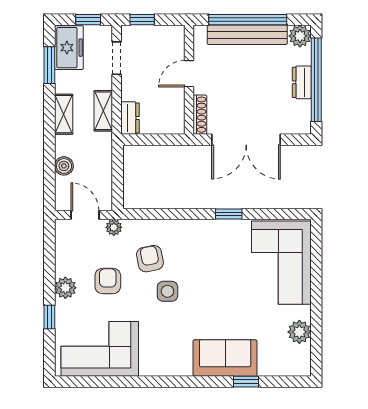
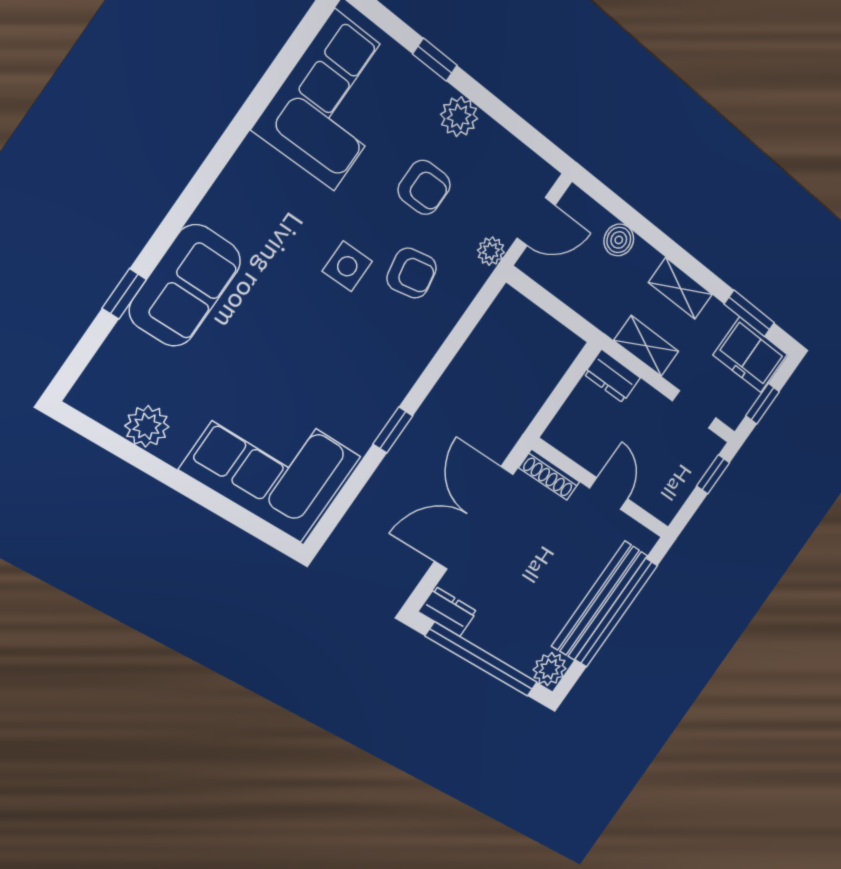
dresser: (302, 82) -> (448, 612), moved

